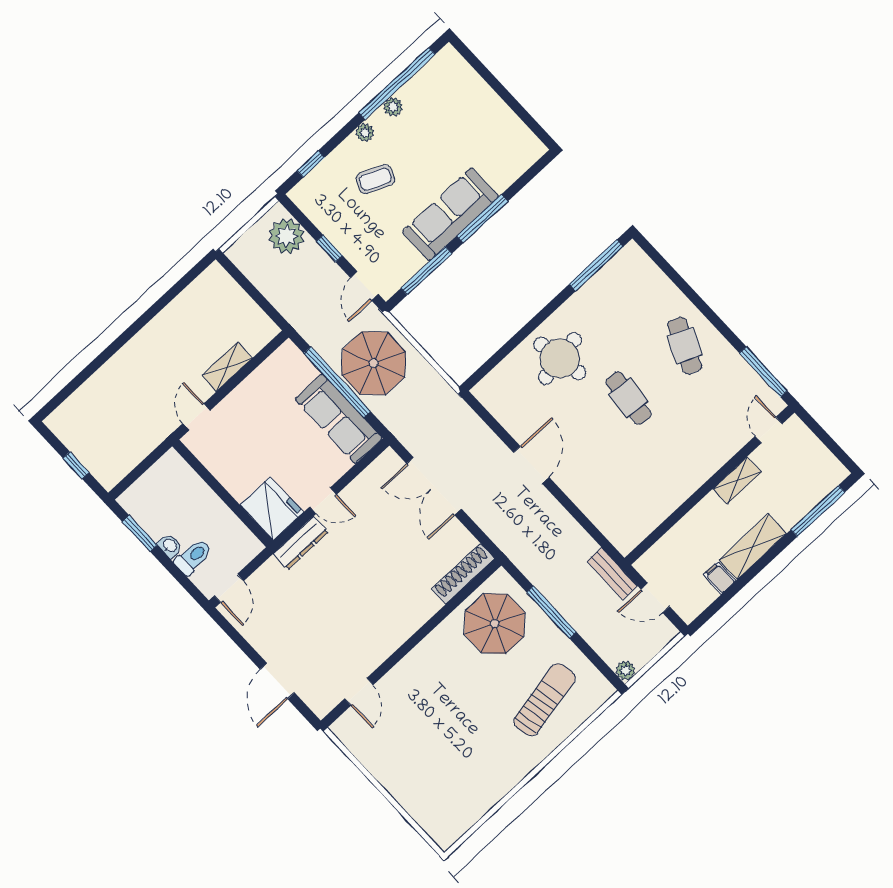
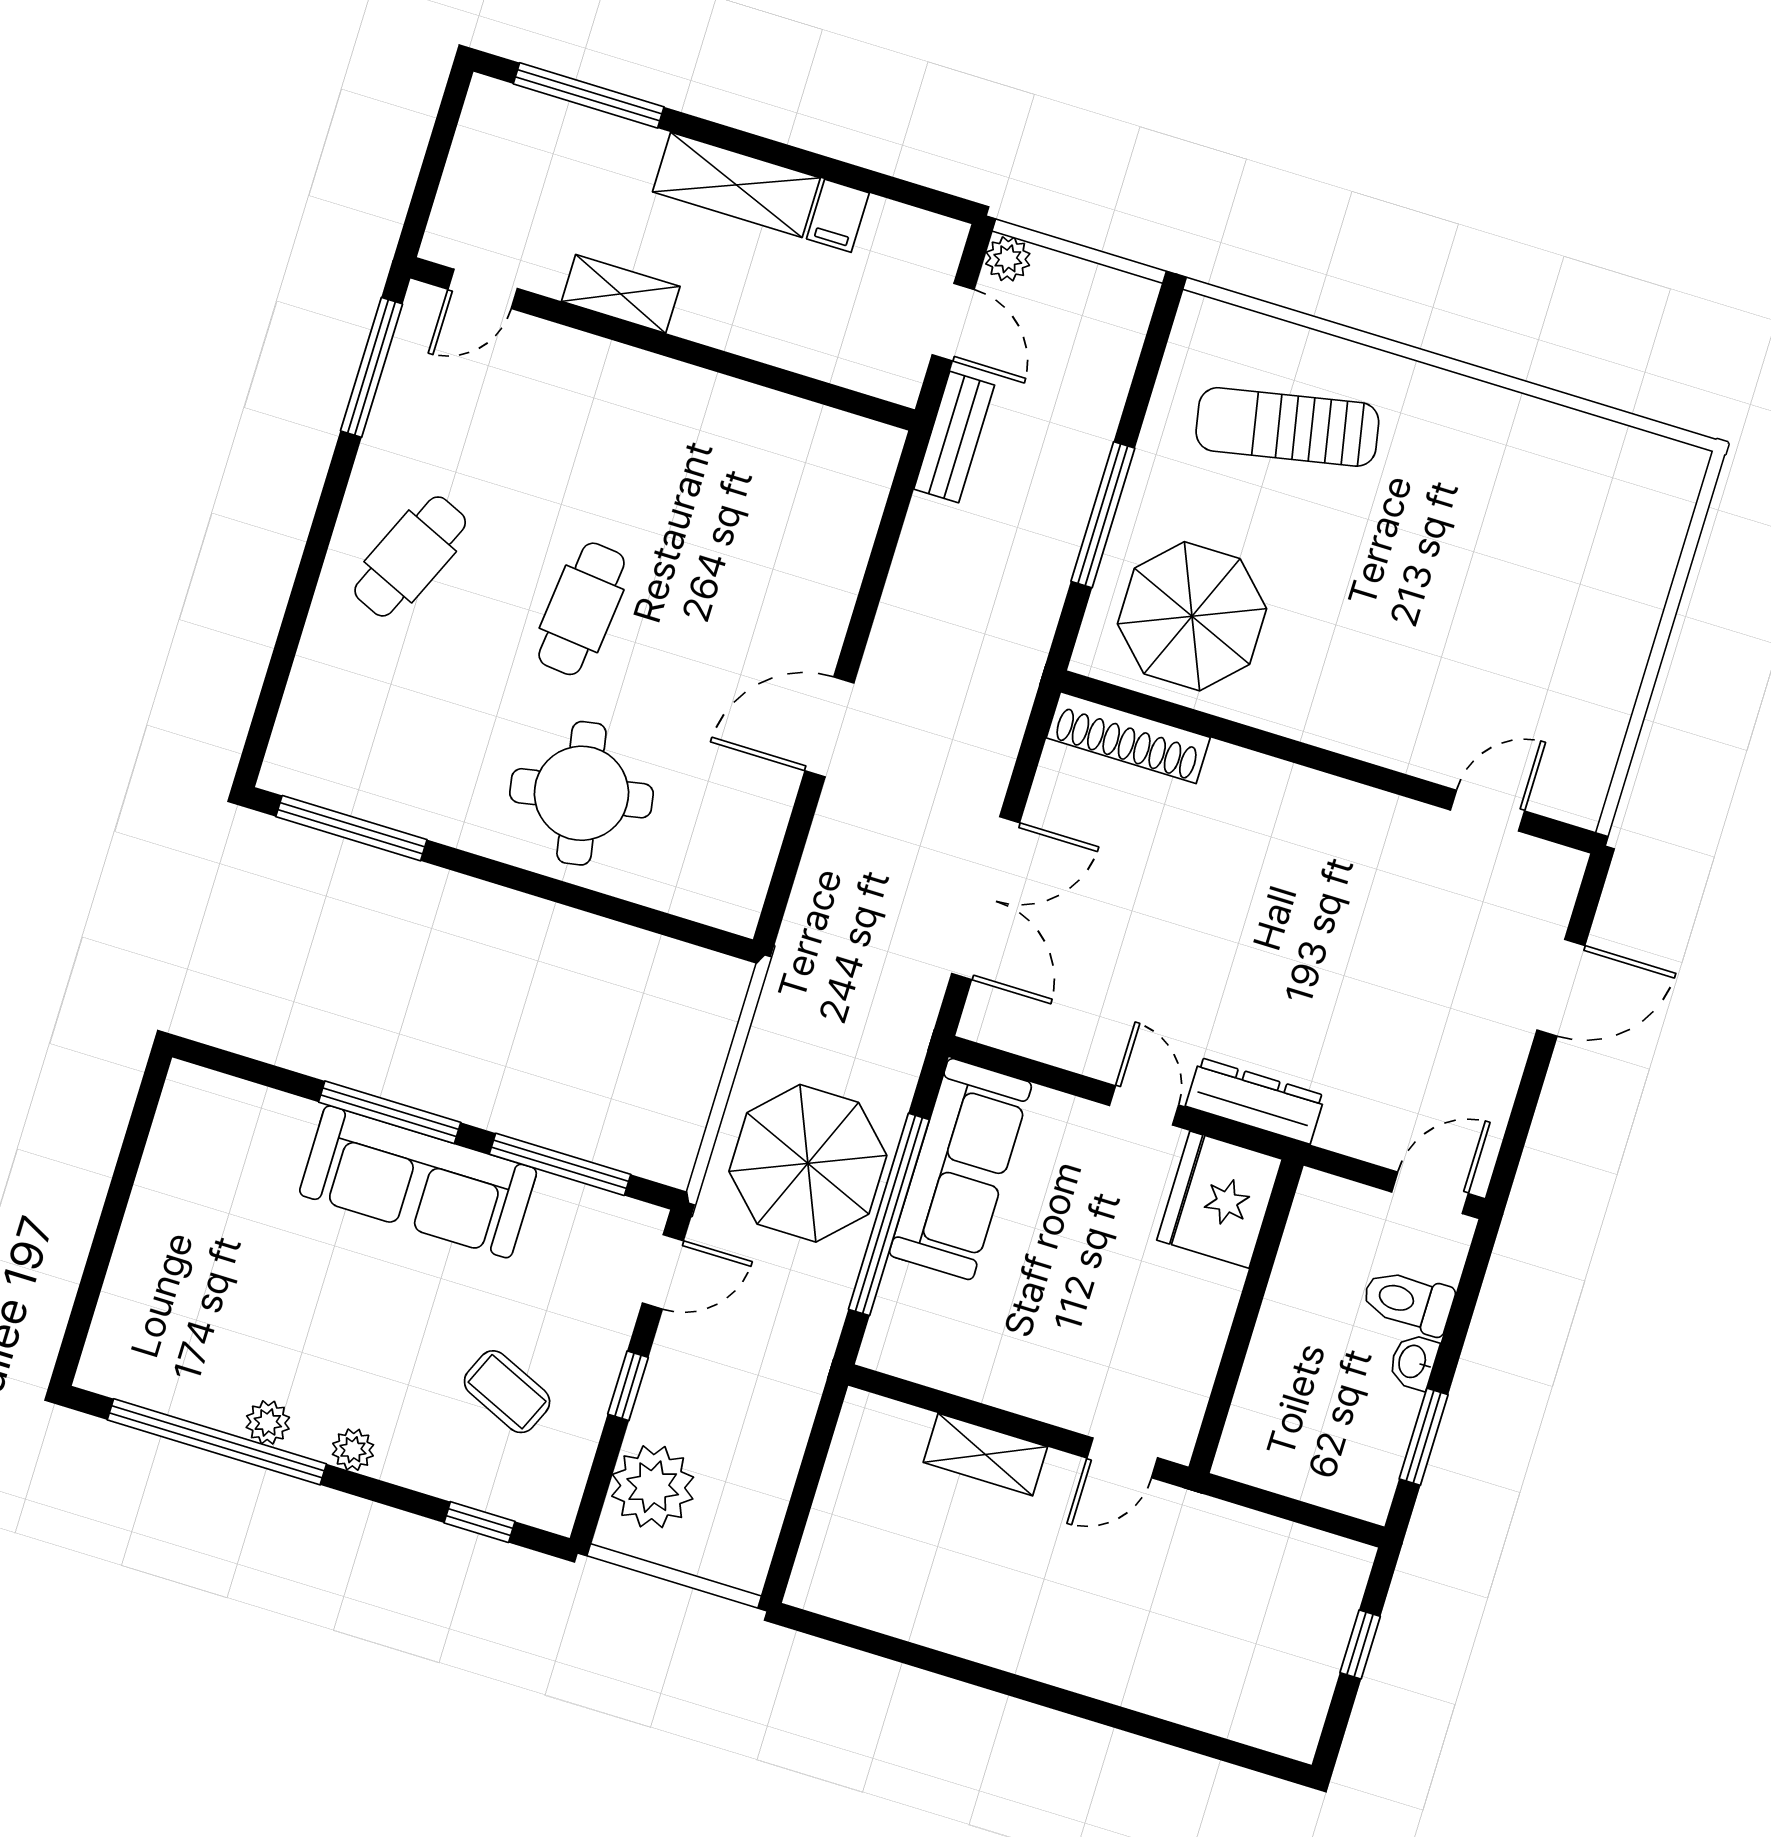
coffee table: (375, 179) -> (507, 1392), moved
plant: (626, 670) -> (1008, 259), moved

